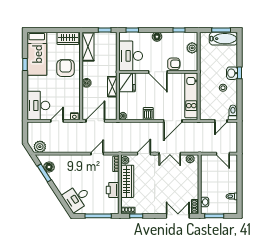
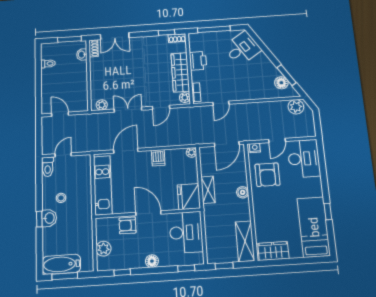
armchair: (66, 68) -> (267, 175), moved

